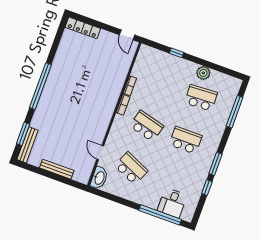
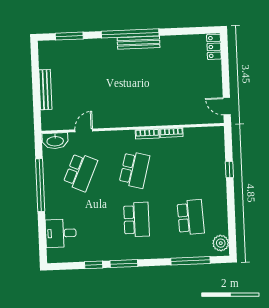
locker: (83, 28) -> (214, 47), width x0.66
door: (127, 35) -> (227, 106), hinge flipped
plant: (203, 73) -> (221, 243), moved
bench: (27, 145) -> (139, 43), moved
window: (160, 215) -> (40, 185), moved

